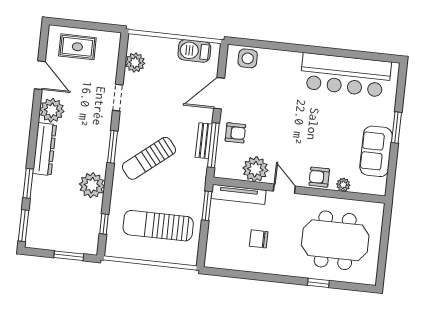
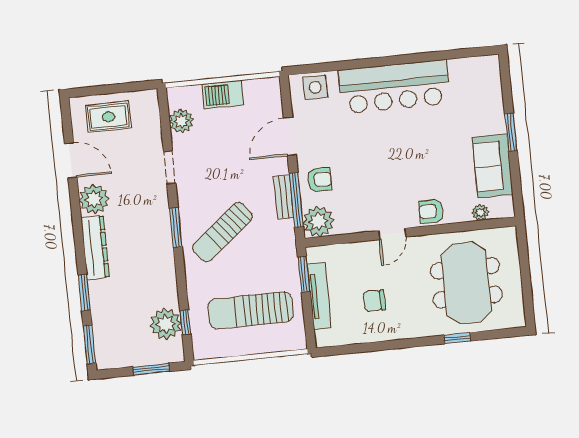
barbecue: (194, 51) -> (223, 95), moved
bar counter: (345, 75) -> (394, 87), moved
plant: (255, 169) -> (318, 222), moved
plant: (92, 185) -> (166, 324), moved
plant: (343, 185) -> (480, 212), moved
door: (284, 189) -> (392, 234), swing flipped
tv unit: (239, 194) -> (319, 296), moved, turned -90
meeting table: (335, 240) -> (466, 283), turned 90

